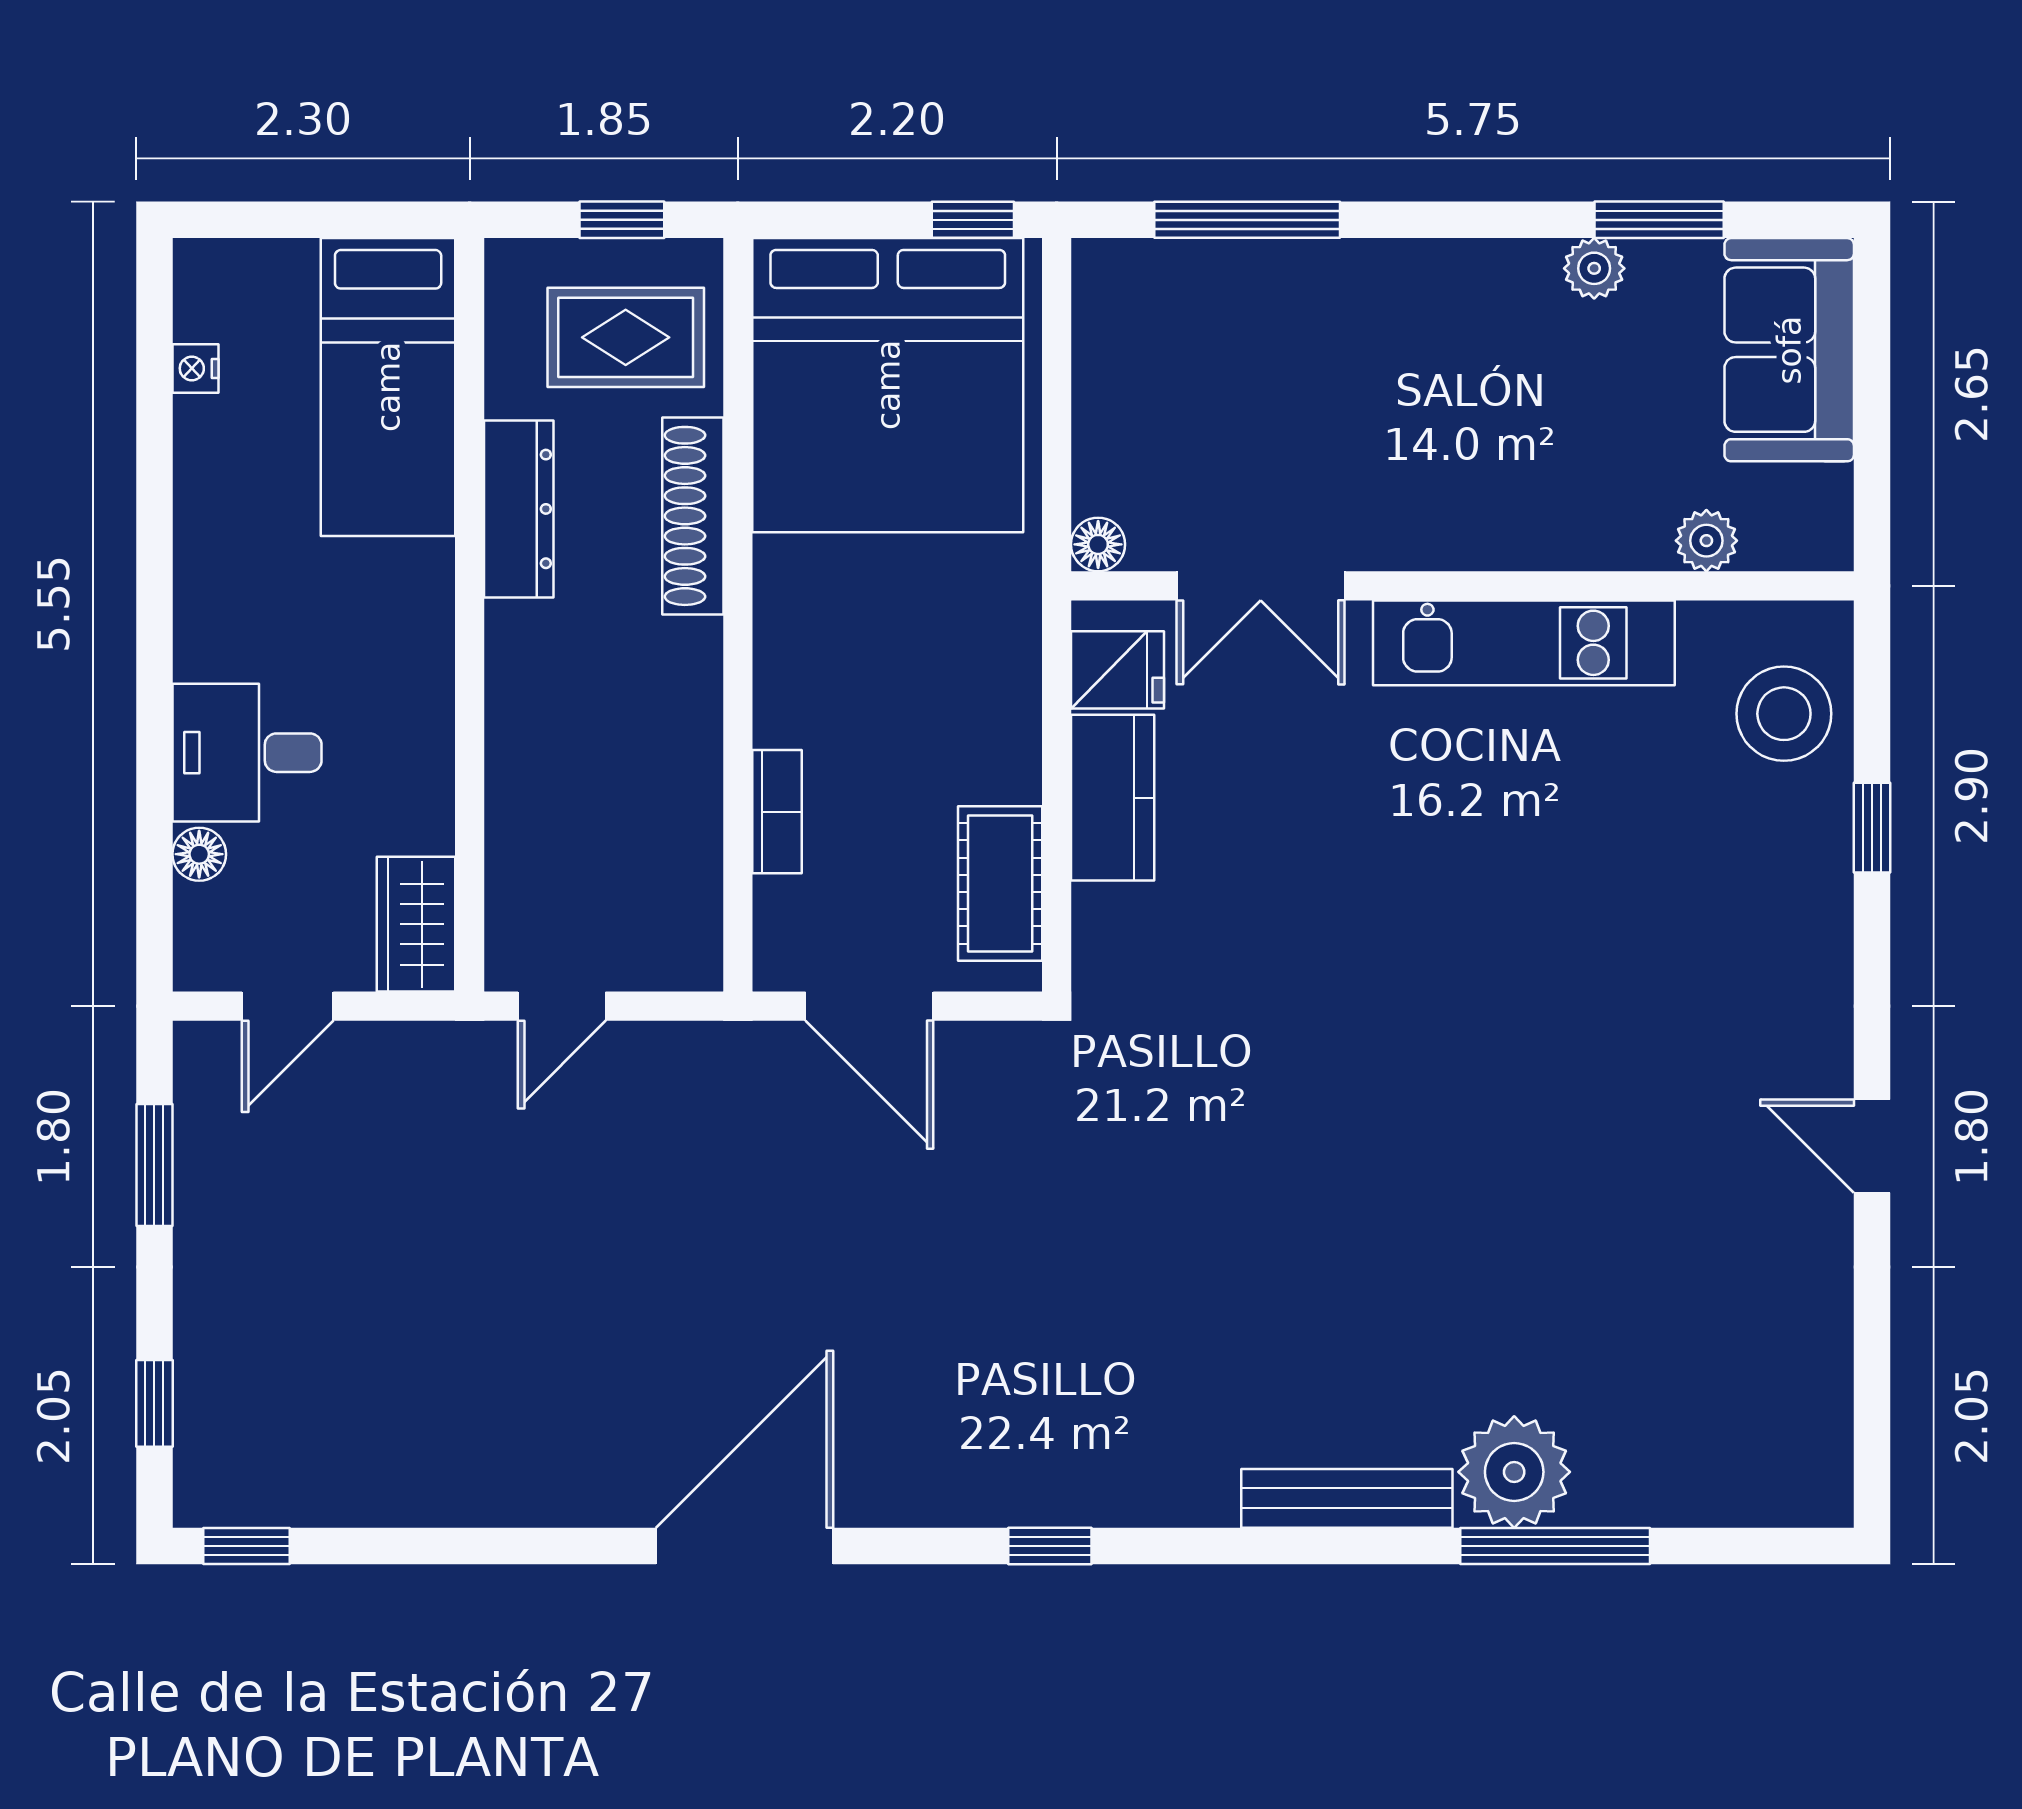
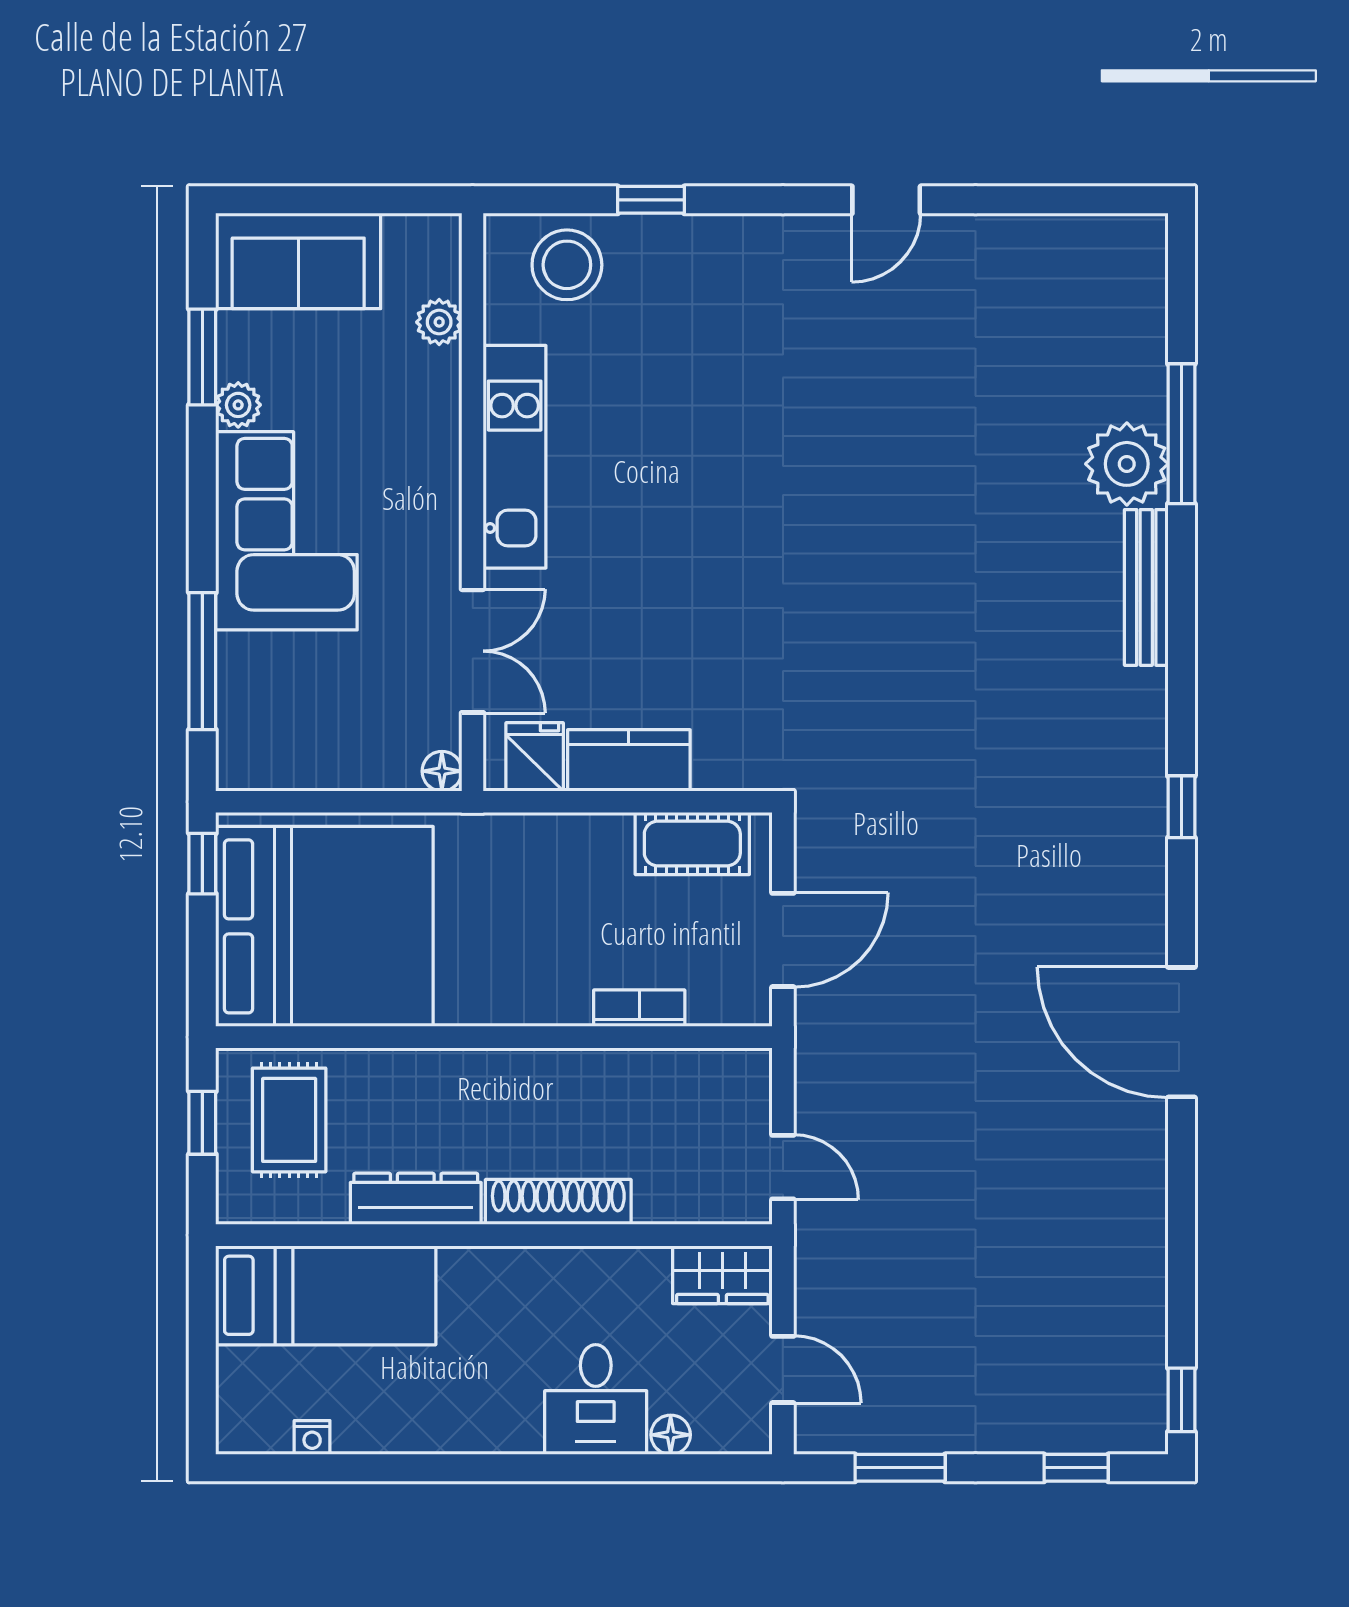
corner sofa: (1424, 334) -> (286, 531), added
shoe rack: (693, 516) -> (558, 1202), moved, turned 180

